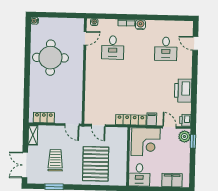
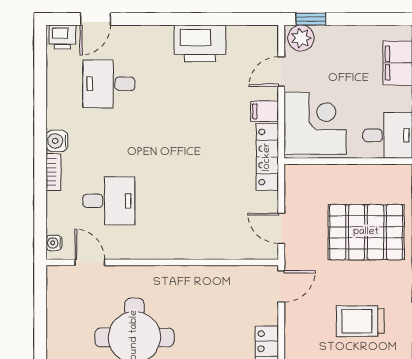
desk: (166, 49) -> (109, 84), turned 180
printer: (185, 120) -> (62, 37), moved
door: (98, 125) -> (281, 228), swing flipped

